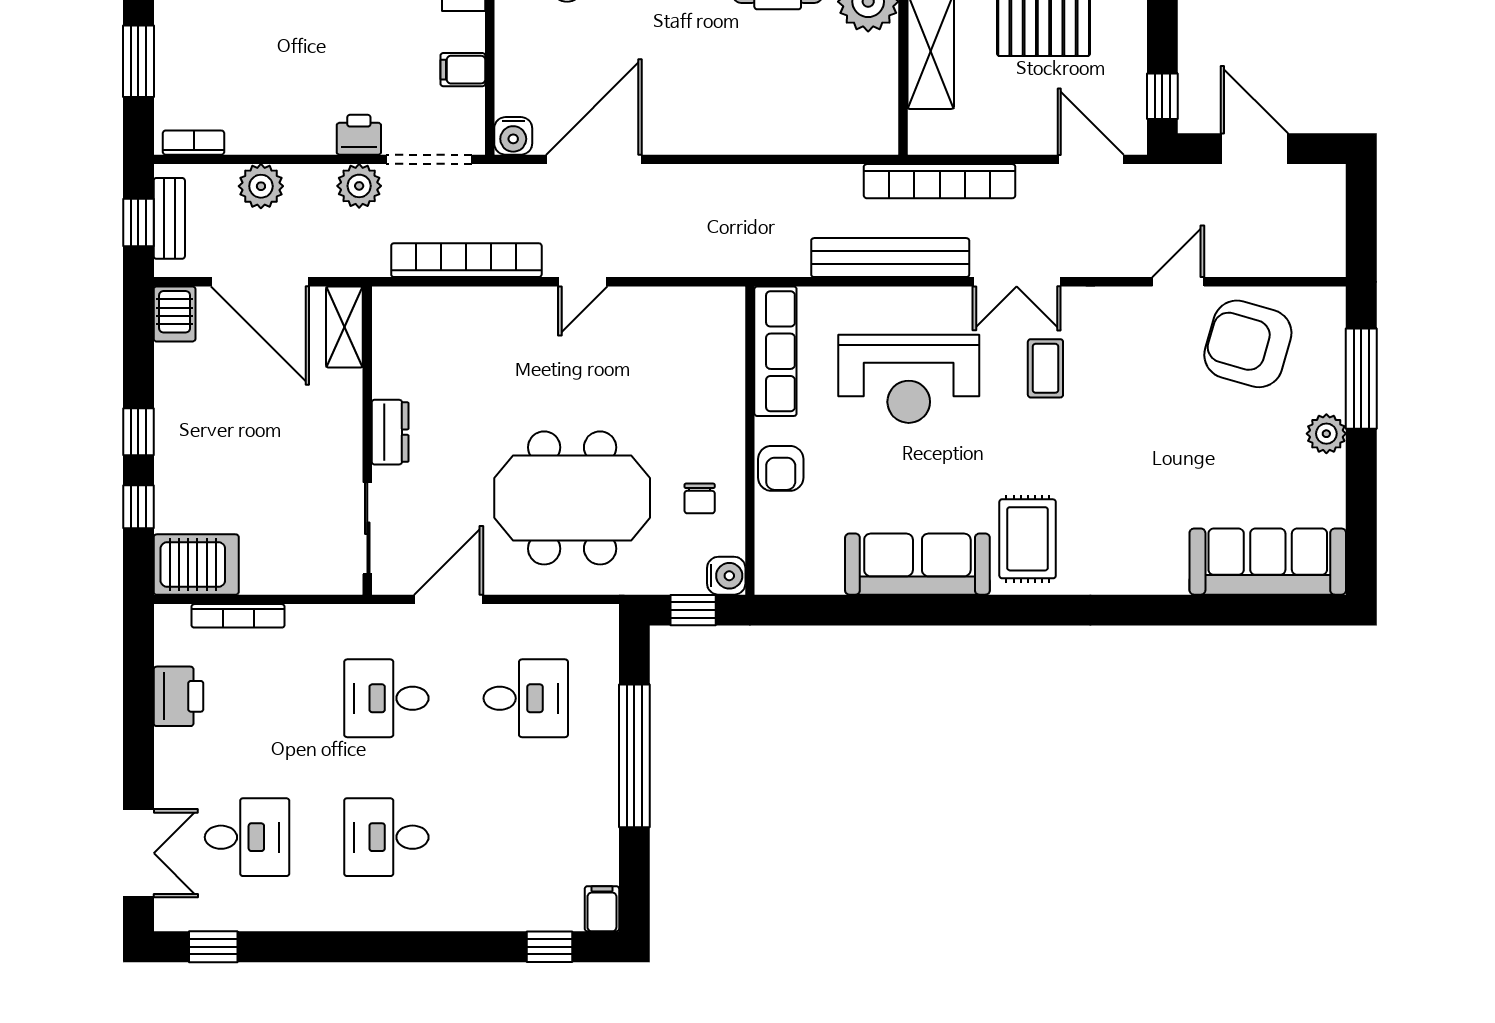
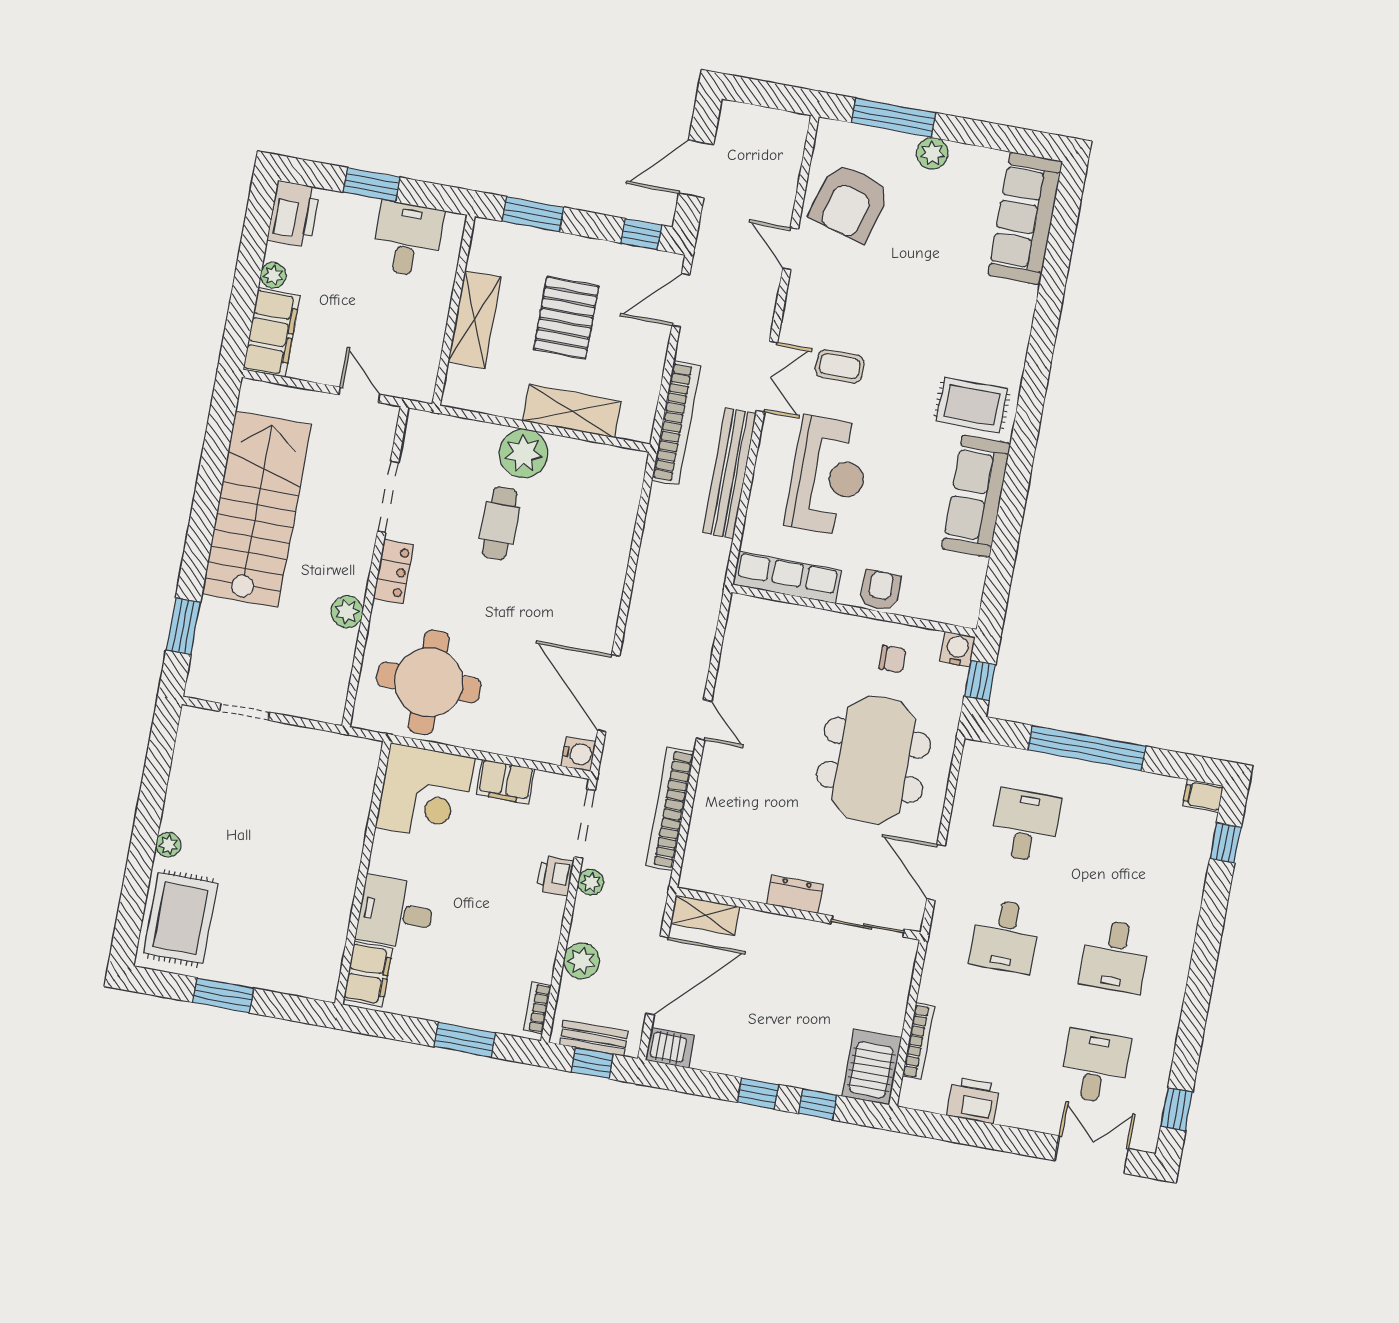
filing cabinet: (463, 70) -> (505, 782), width x2.00
plant: (359, 186) -> (591, 882), width x0.73, depth x0.73
armchair: (781, 468) -> (880, 590), turned -90

